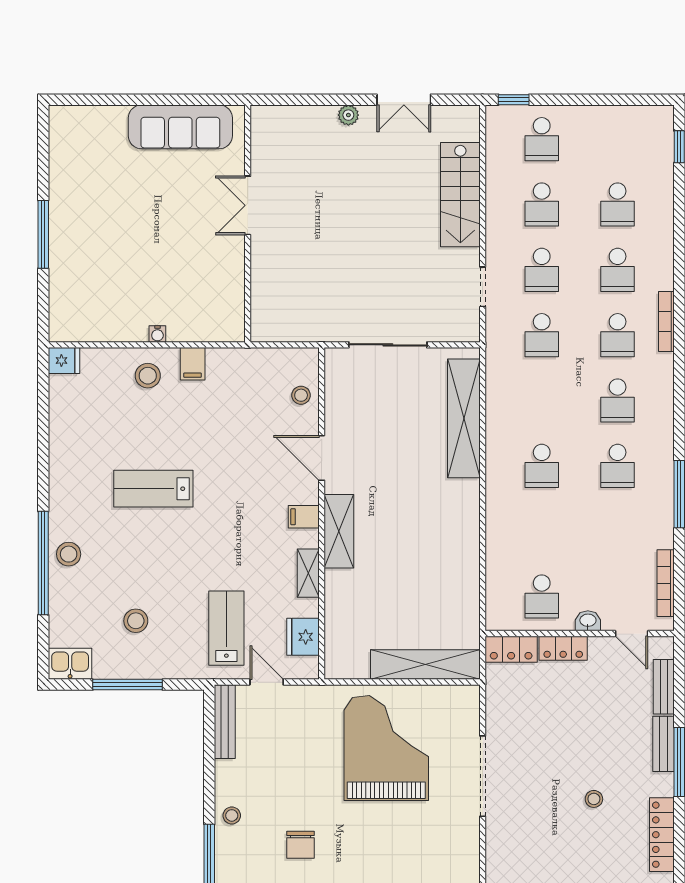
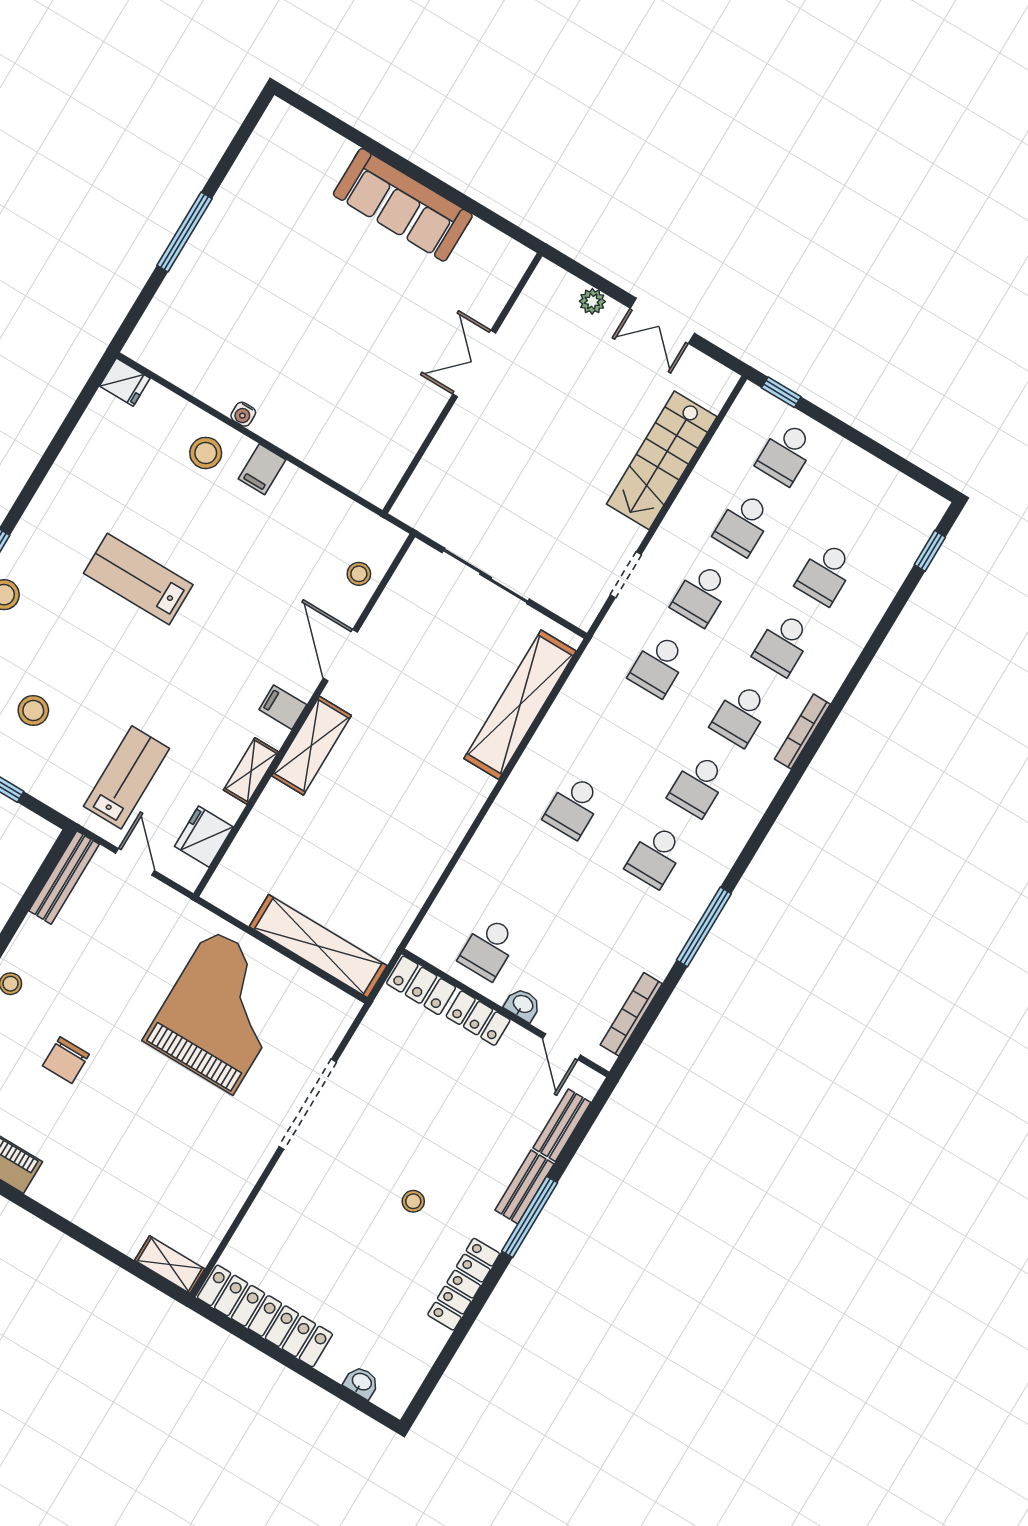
double door: (248, 205) -> (474, 364), moved
wall: (248, 224) -> (462, 383), moved

